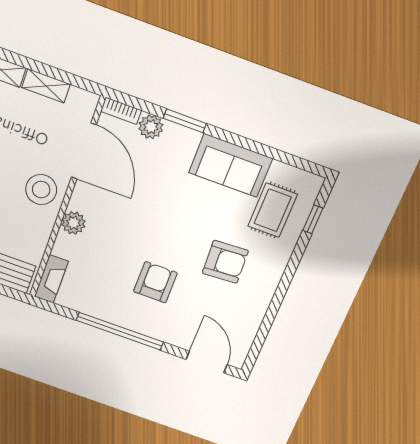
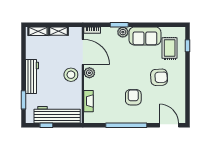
plant: (151, 127) -> (123, 32), moved
plant: (73, 223) -> (89, 73), moved
fireplace: (51, 279) -> (89, 101), moved

